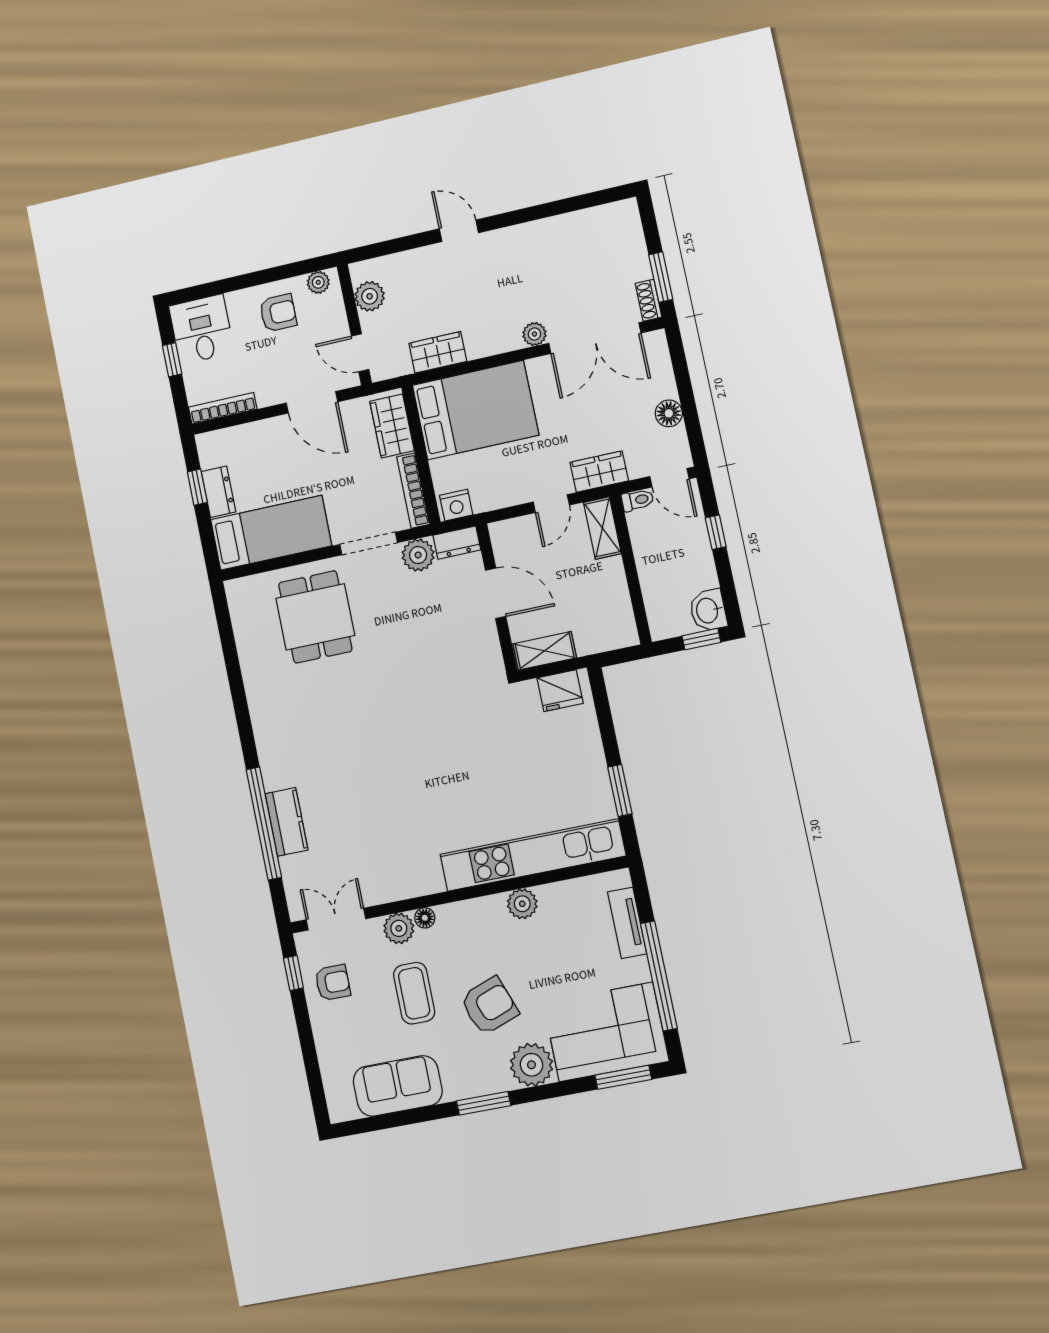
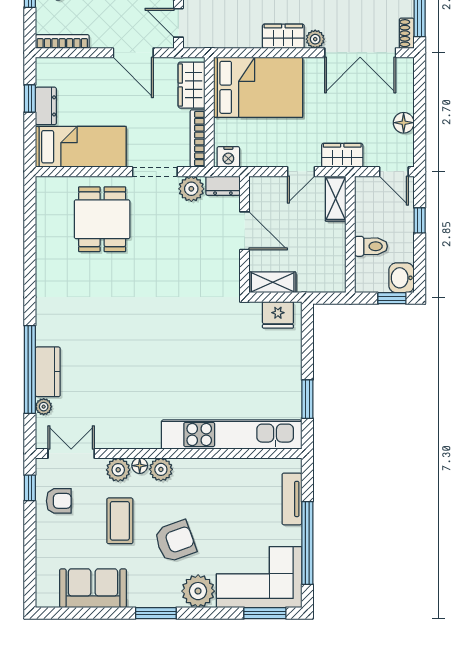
wardrobe: (438, 352) -> (283, 36), moved
toilet: (638, 500) -> (371, 246), moved, width x1.37, depth x1.39
plant: (290, 867) -> (44, 407), added
plant: (522, 904) -> (161, 469), moved

